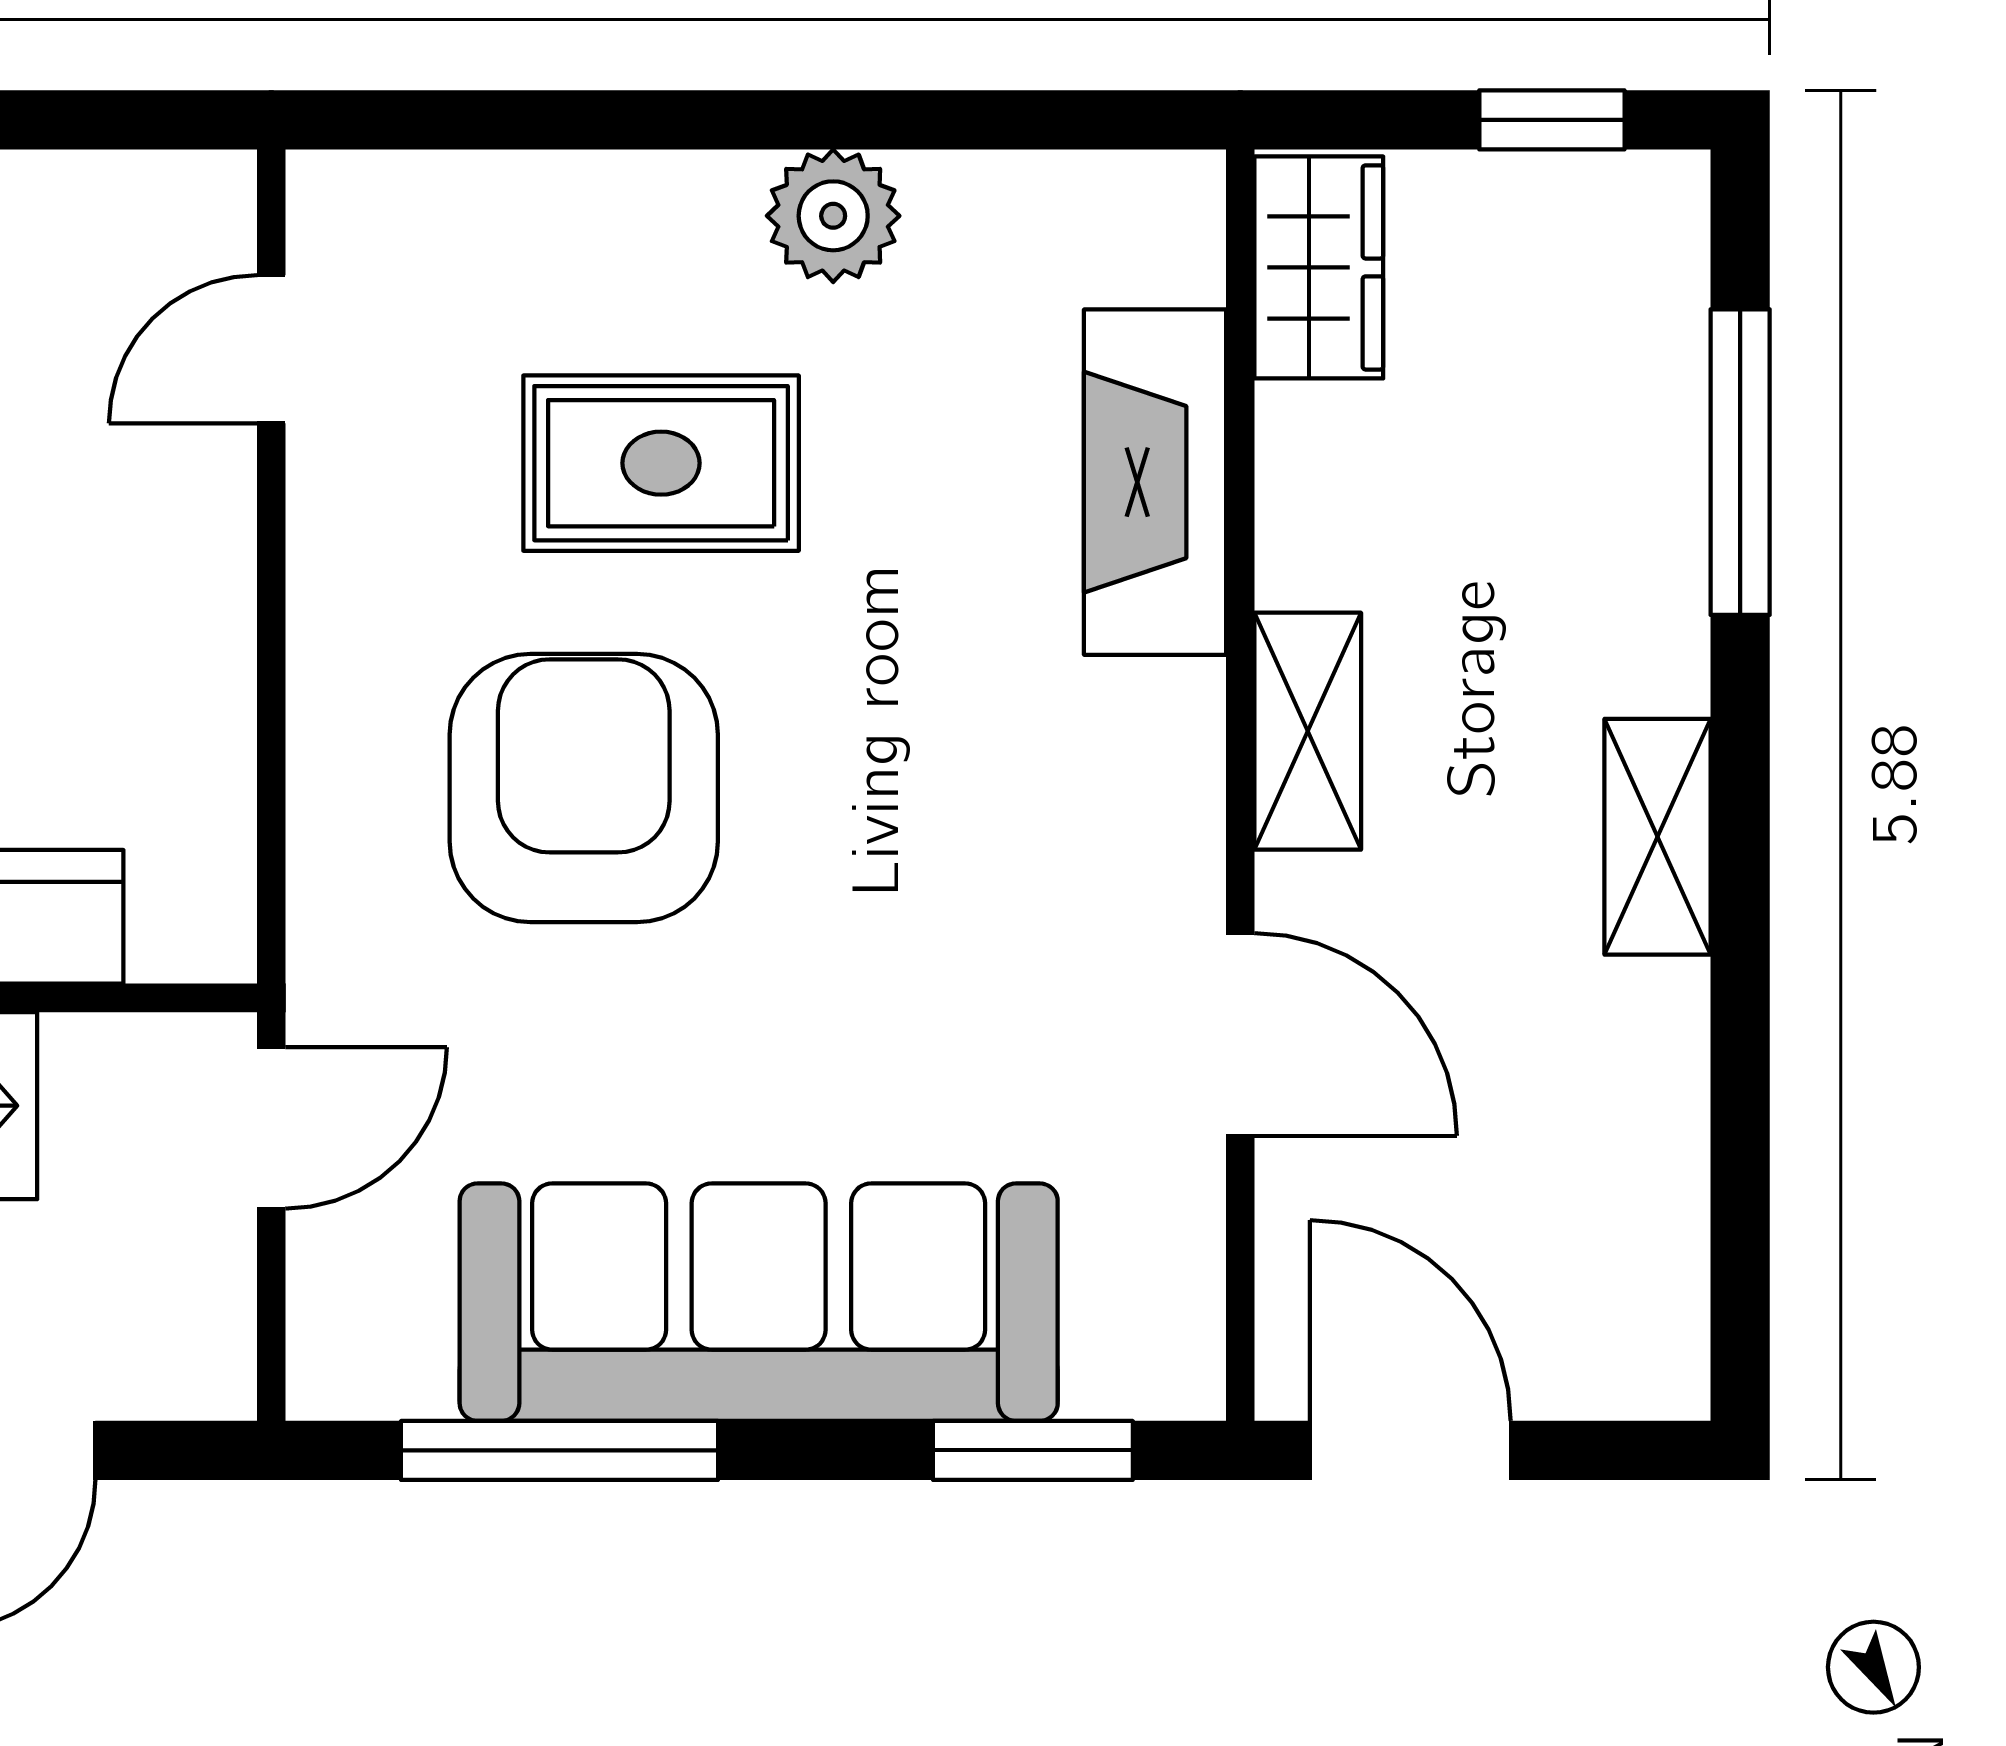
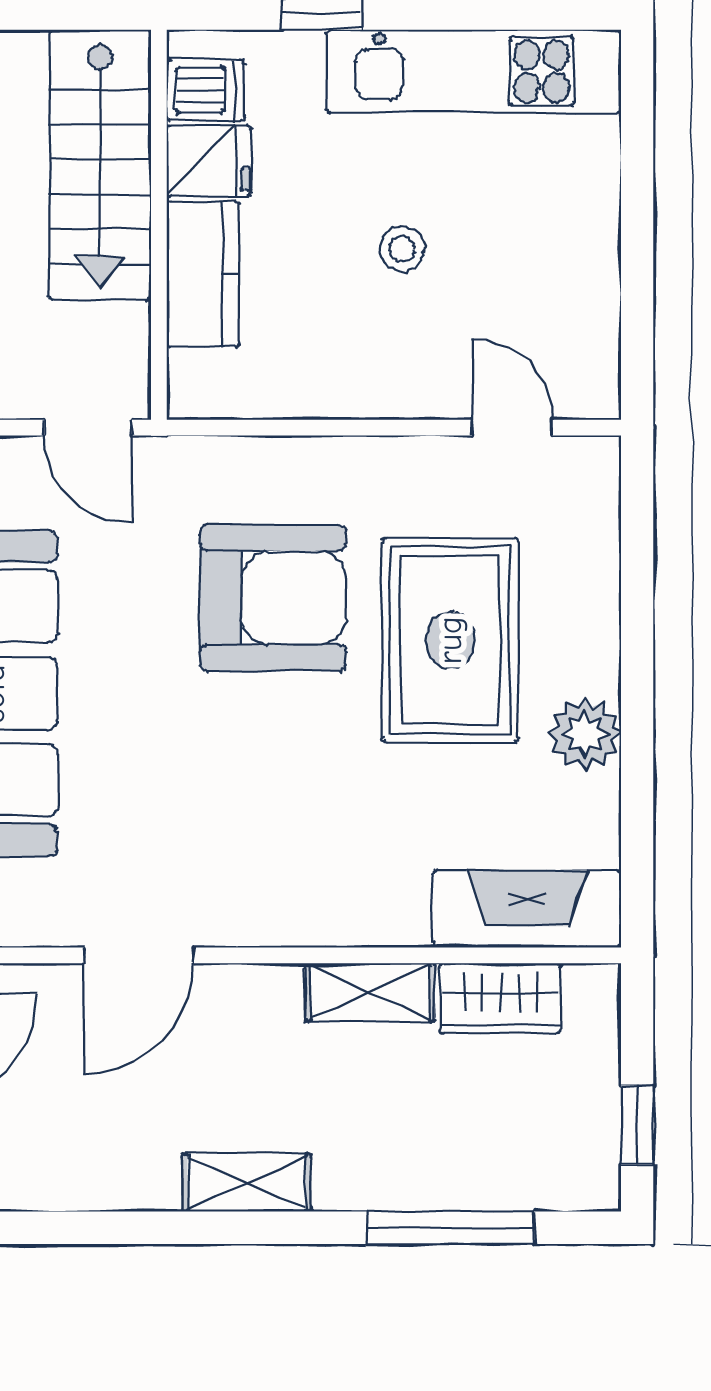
wardrobe: (1319, 267) -> (500, 998), moved
rug: (661, 463) -> (450, 640), width x1.36, depth x1.43
fireplace: (1155, 482) -> (527, 909), moved
shelving: (1308, 731) -> (370, 992), moved

